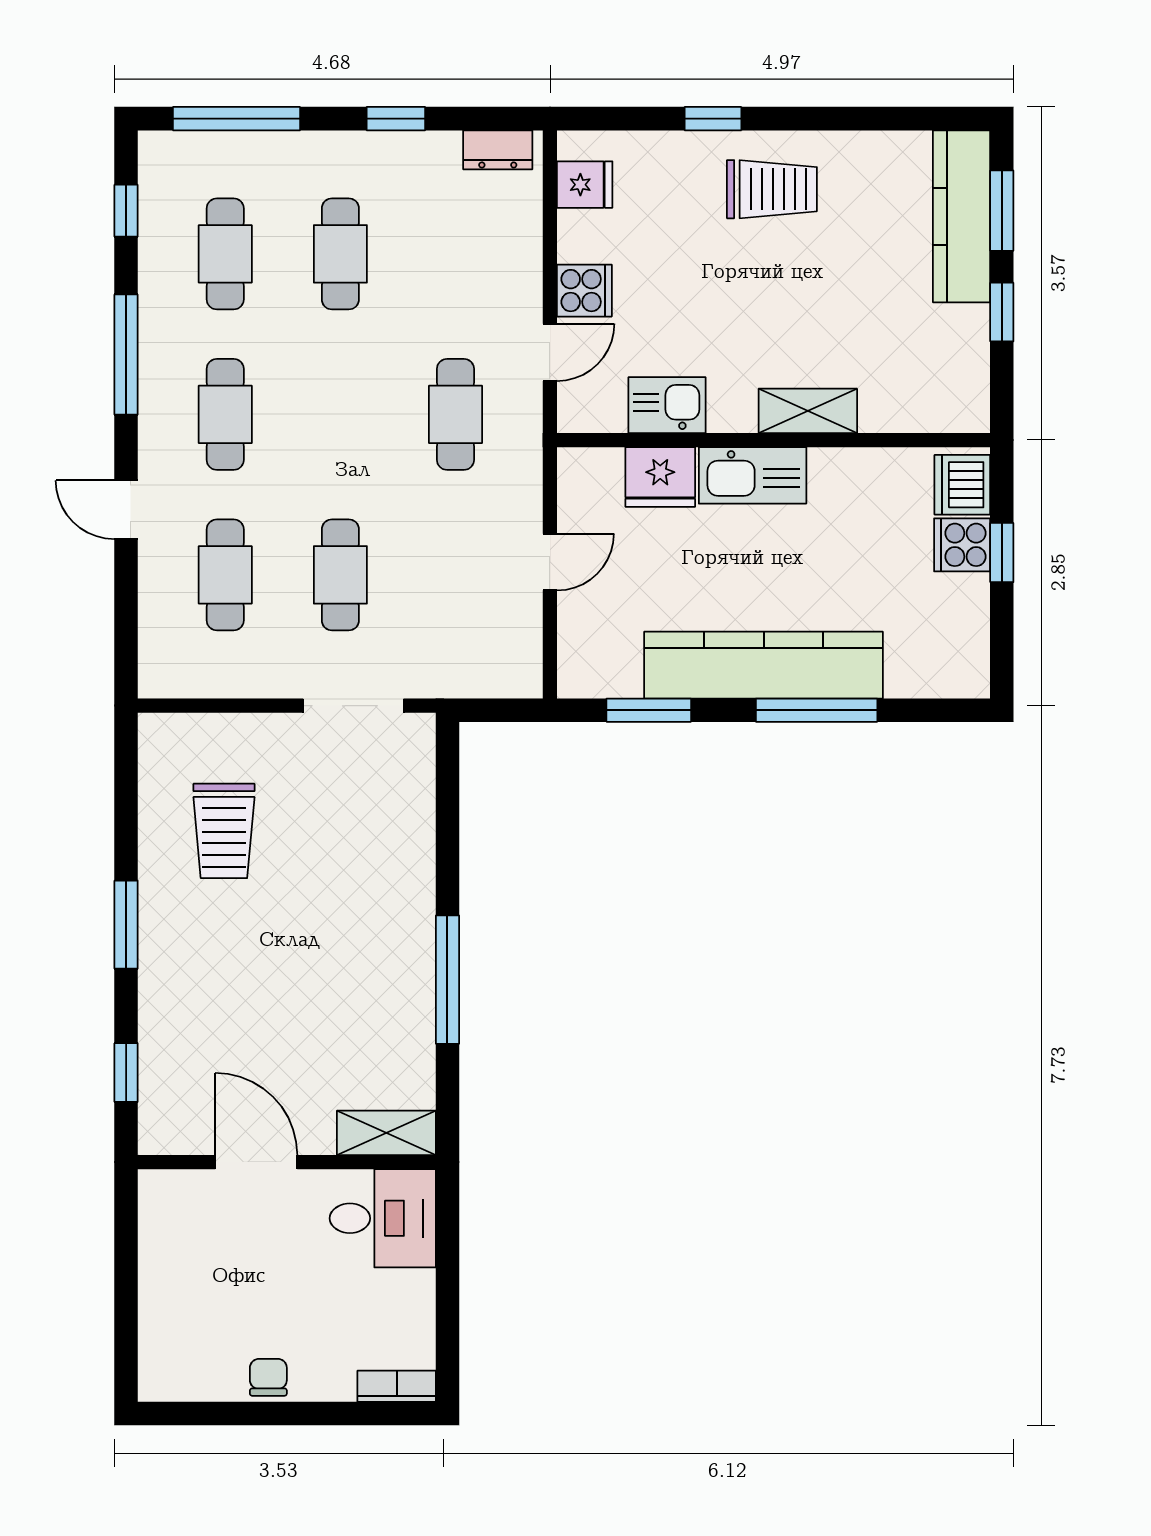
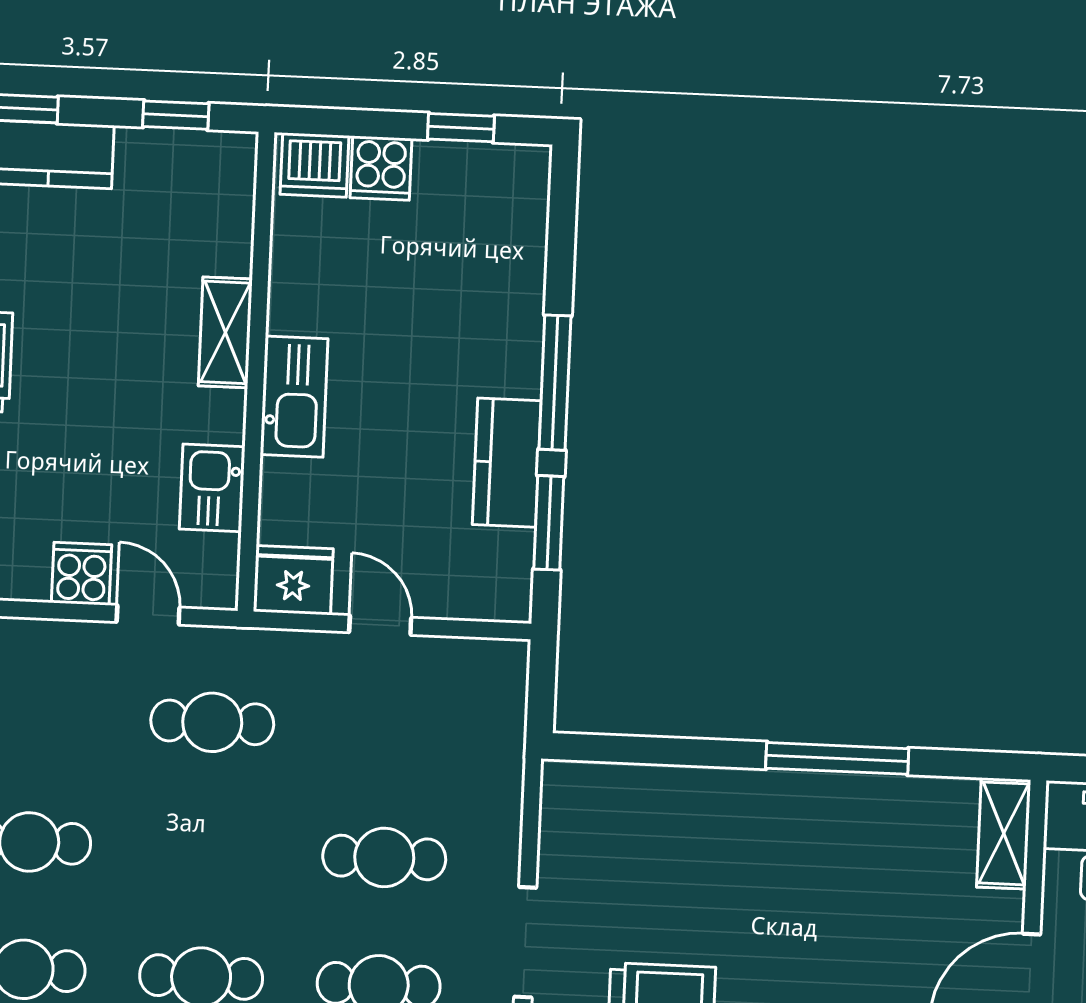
window: (1002, 312) -> (176, 115), moved
fridge: (660, 477) -> (293, 580), moved, turned -90
window: (1002, 553) -> (461, 128), moved
kitchen counter: (764, 665) -> (507, 463), width x0.48, depth x0.86
doorway: (353, 706) -> (525, 942), moved
window: (817, 710) -> (555, 383), moved

